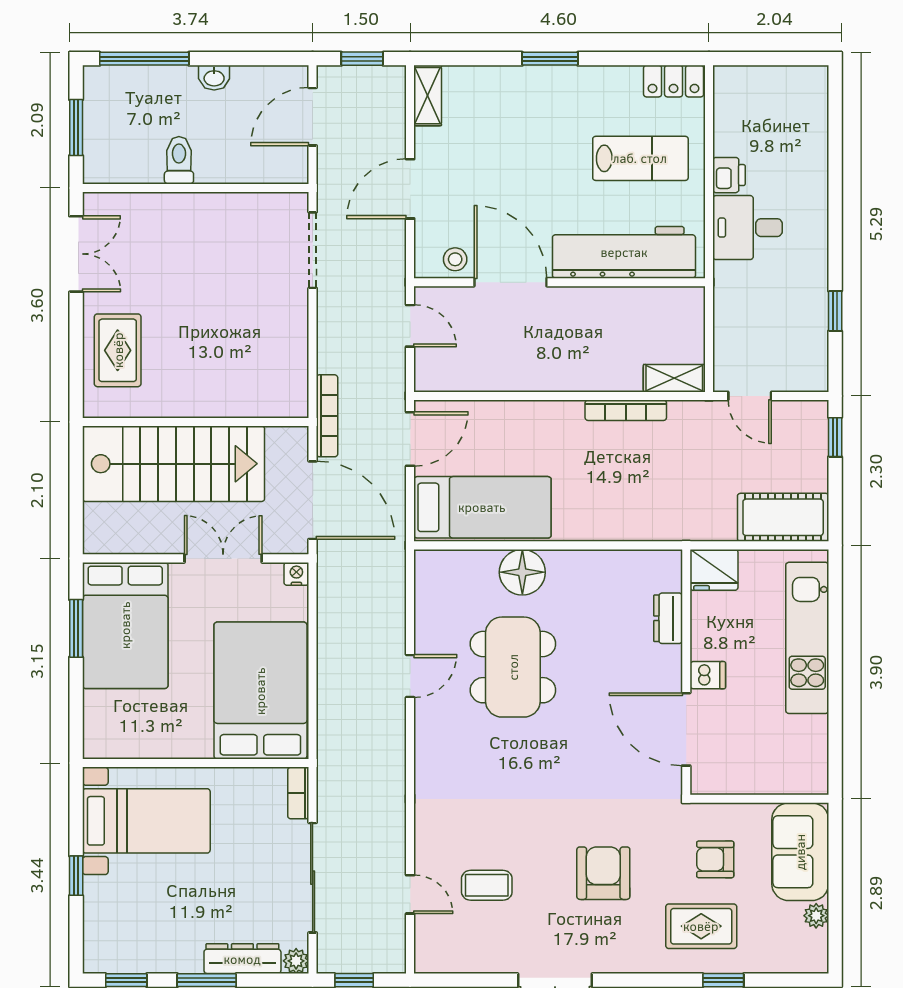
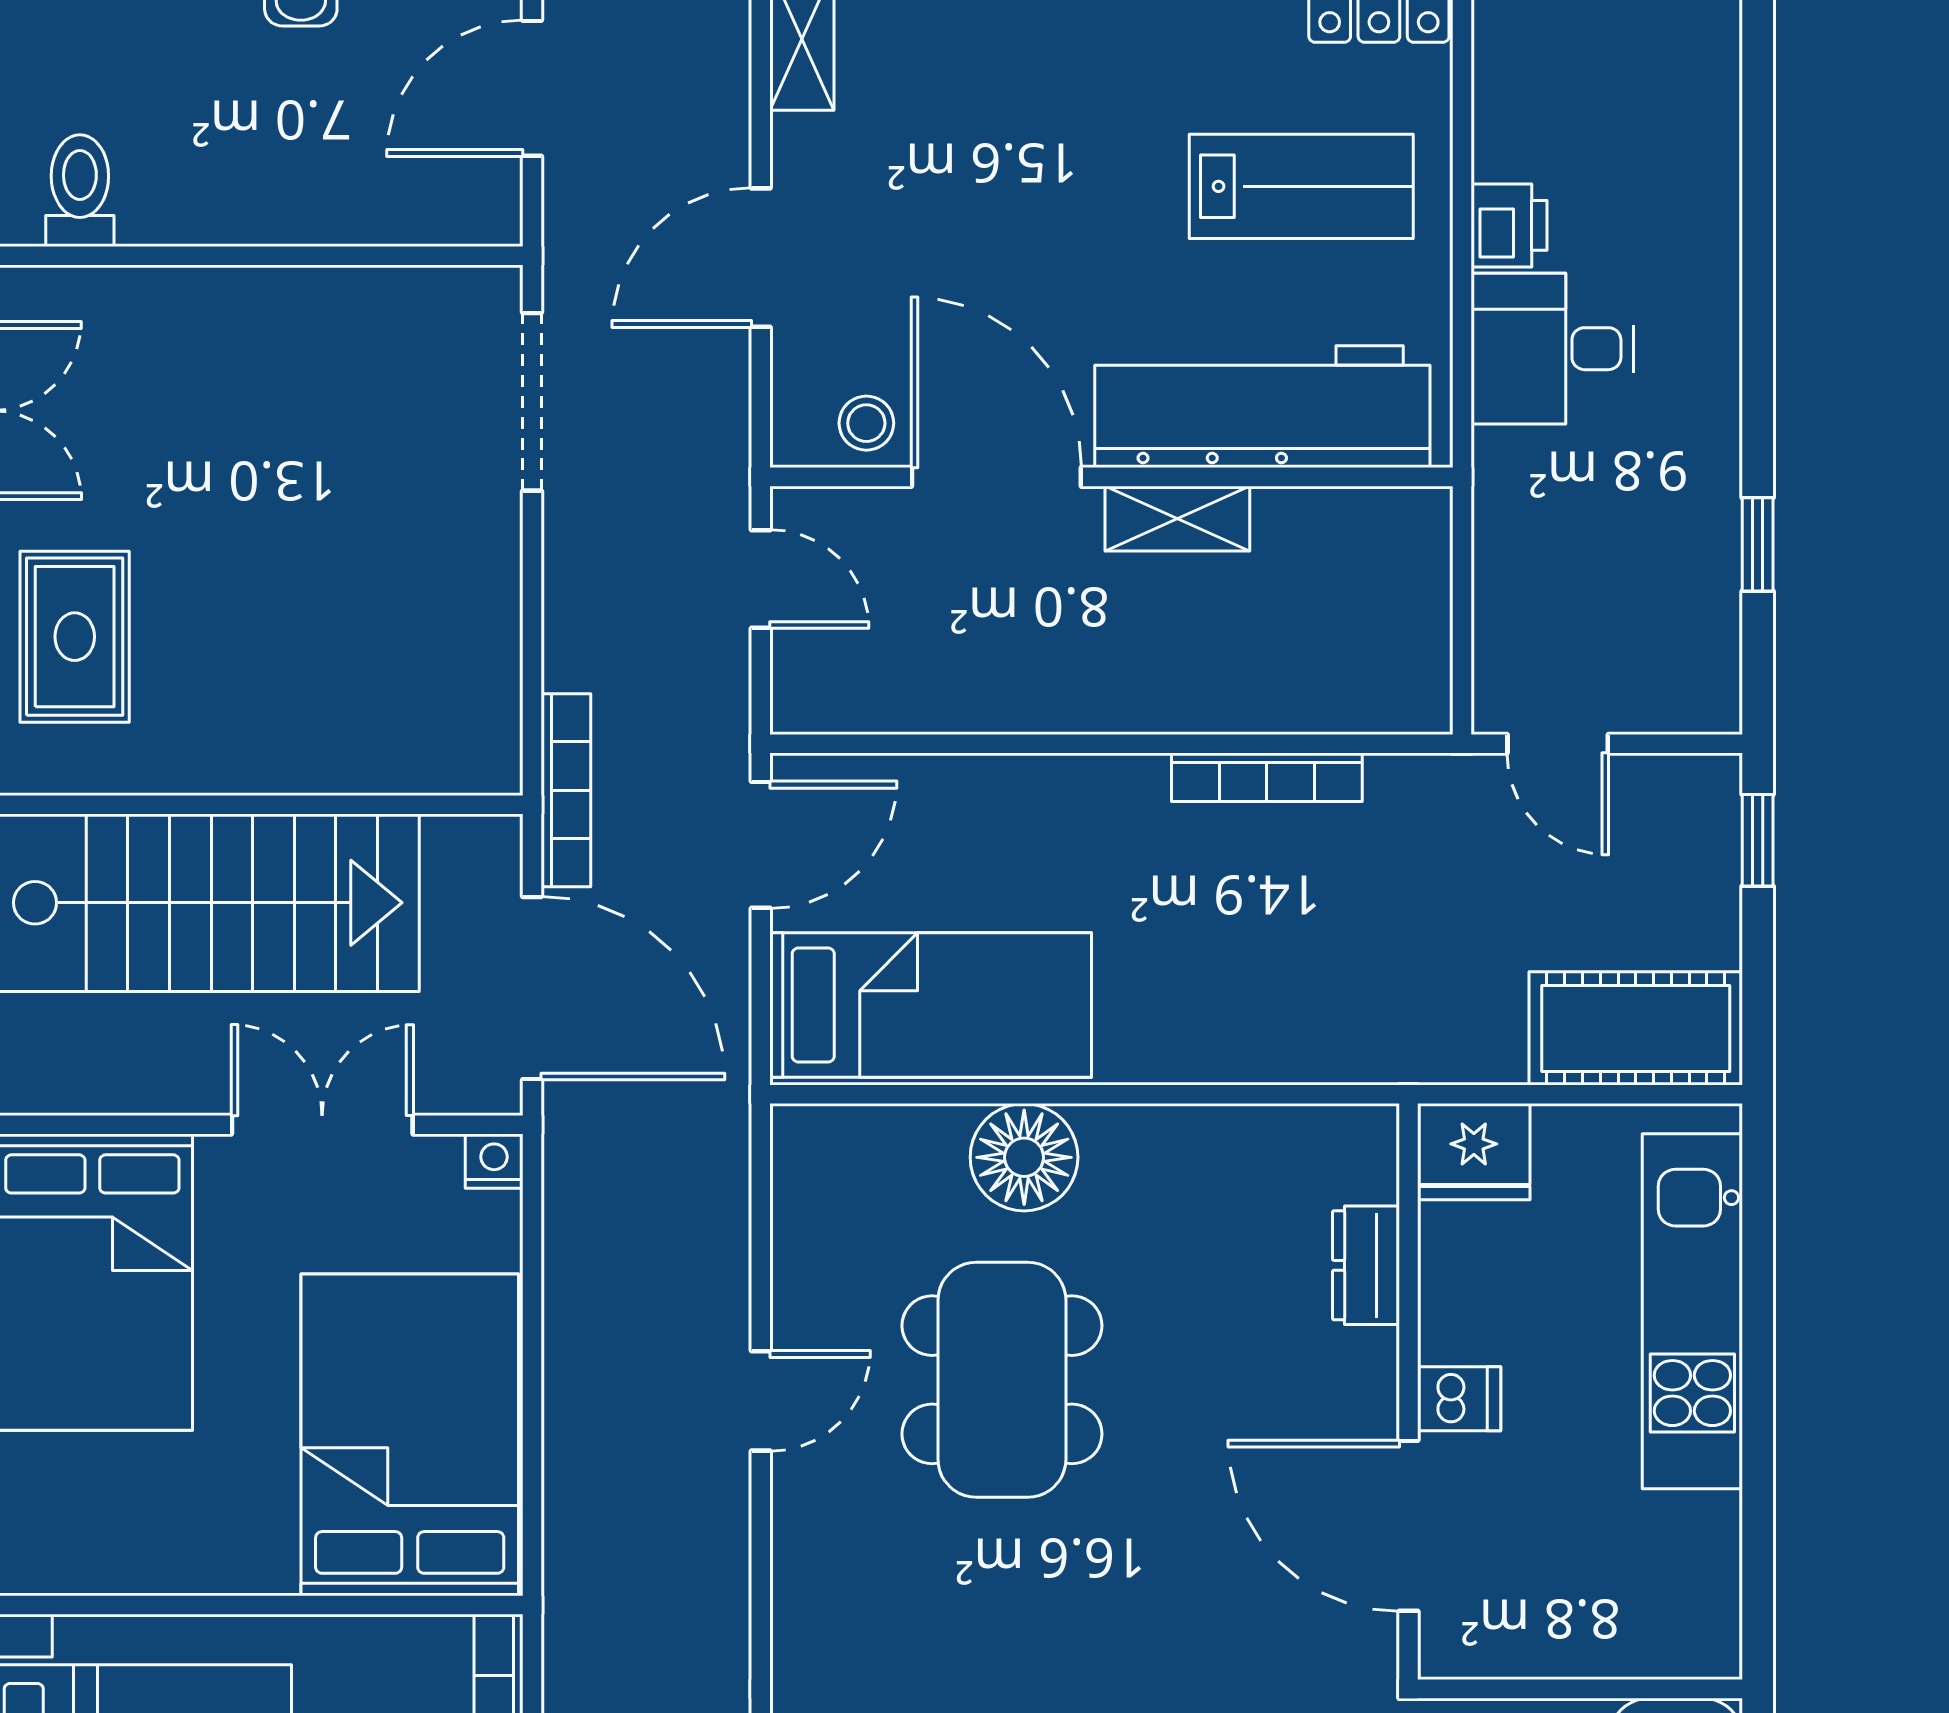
toilet: (179, 160) -> (80, 191), moved
shelving: (674, 378) -> (1177, 519), moved

